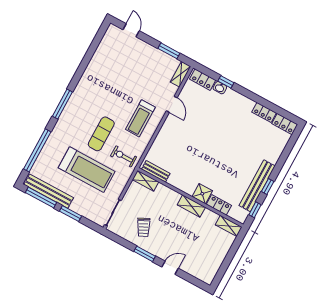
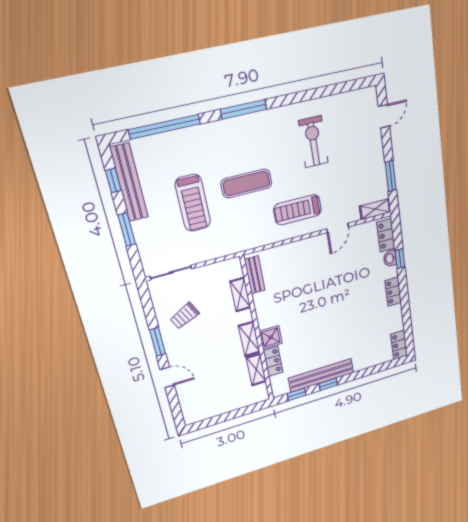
locker: (264, 112) -> (393, 292), moved
exercise bike: (124, 156) -> (313, 142), moved, width x1.38, depth x1.39
treadmill: (87, 170) -> (193, 203), width x0.73, depth x0.73
shelving: (145, 181) -> (240, 295), moved
window: (41, 198) -> (113, 180), width x0.46
shelving: (229, 226) -> (256, 370), moved

